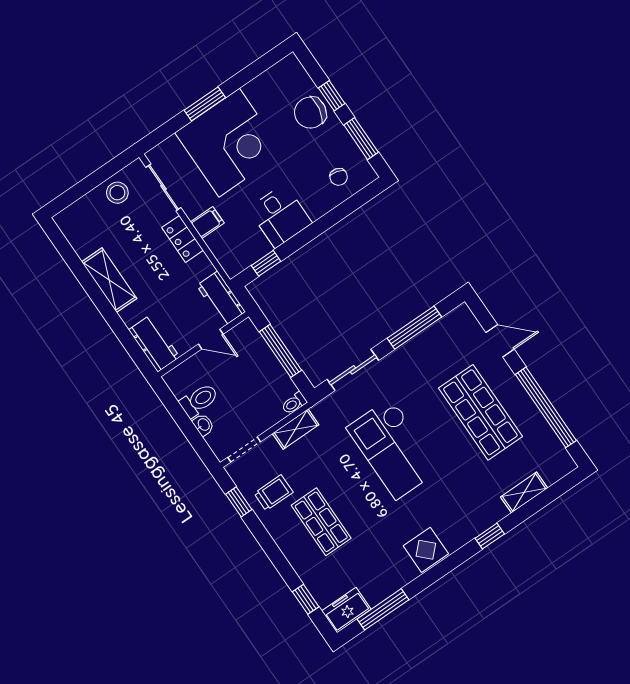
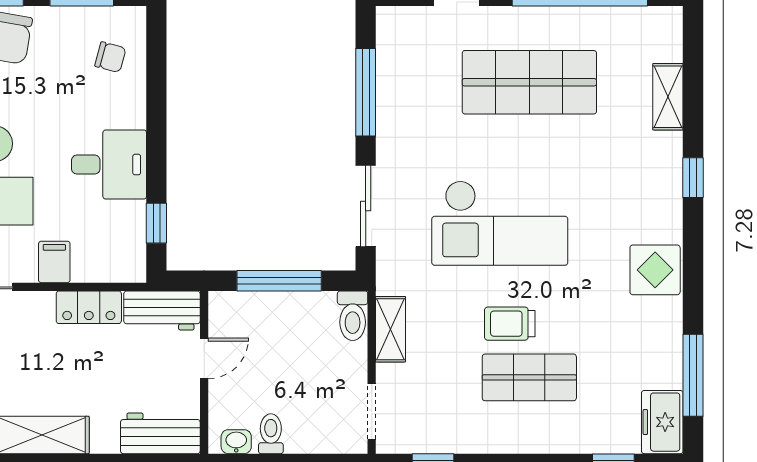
locker: (182, 239) -> (89, 307), moved
toilet: (199, 400) -> (271, 434), width x0.73, depth x0.72
toilet: (294, 403) -> (353, 316), width x1.37, depth x1.39
washbasin: (203, 425) -> (236, 442), moved
trolley: (274, 493) -> (510, 324), moved, turned -90

